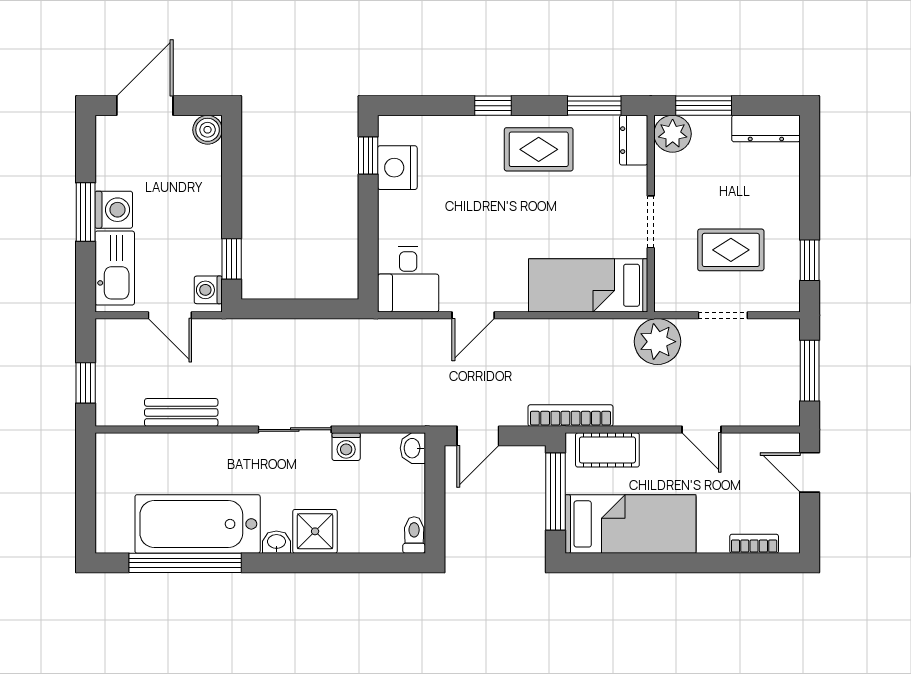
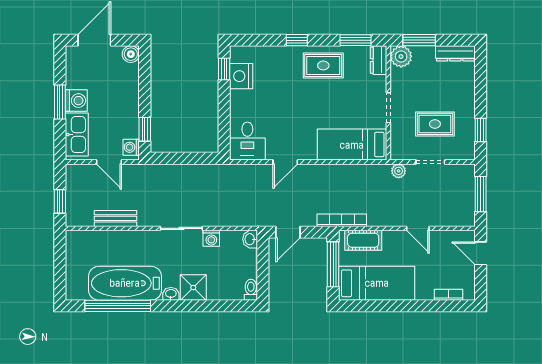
plant: (657, 342) -> (399, 171), width x0.53, depth x0.53

